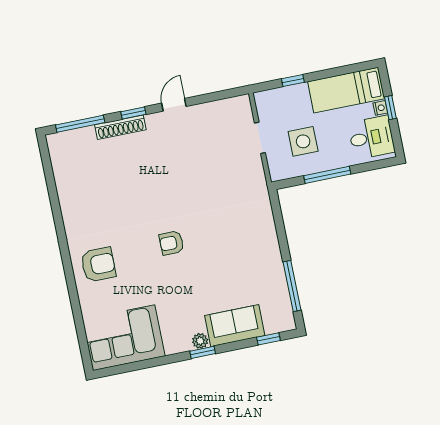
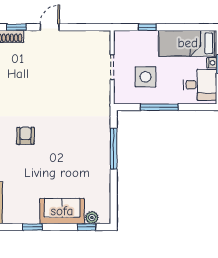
armchair: (171, 243) -> (25, 136), turned 90
window: (292, 286) -> (114, 149), moved
plant: (200, 341) -> (92, 218), moved

